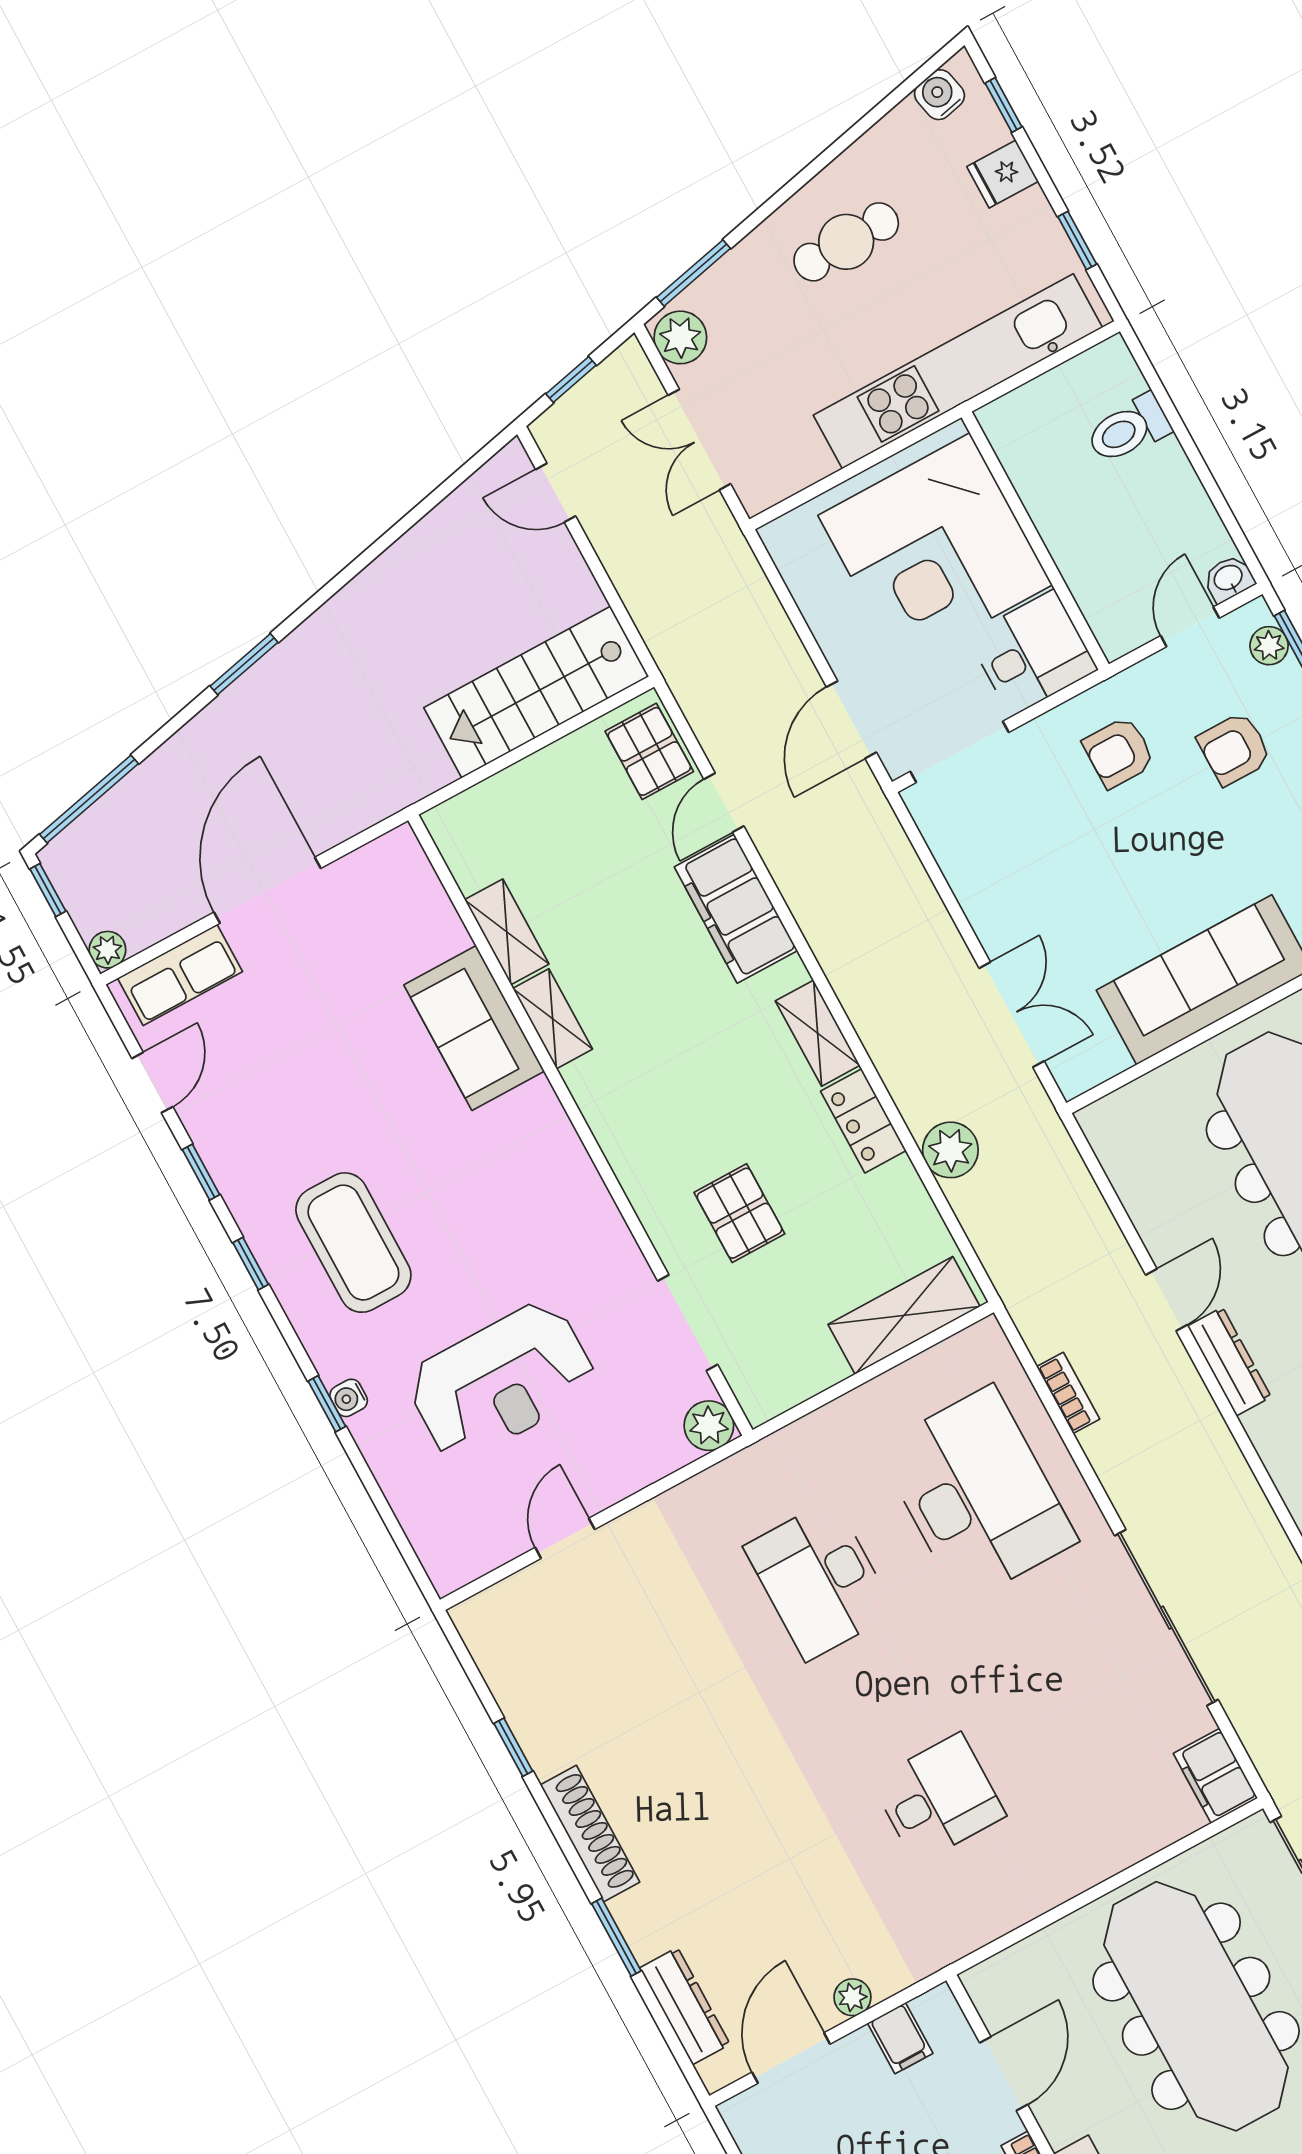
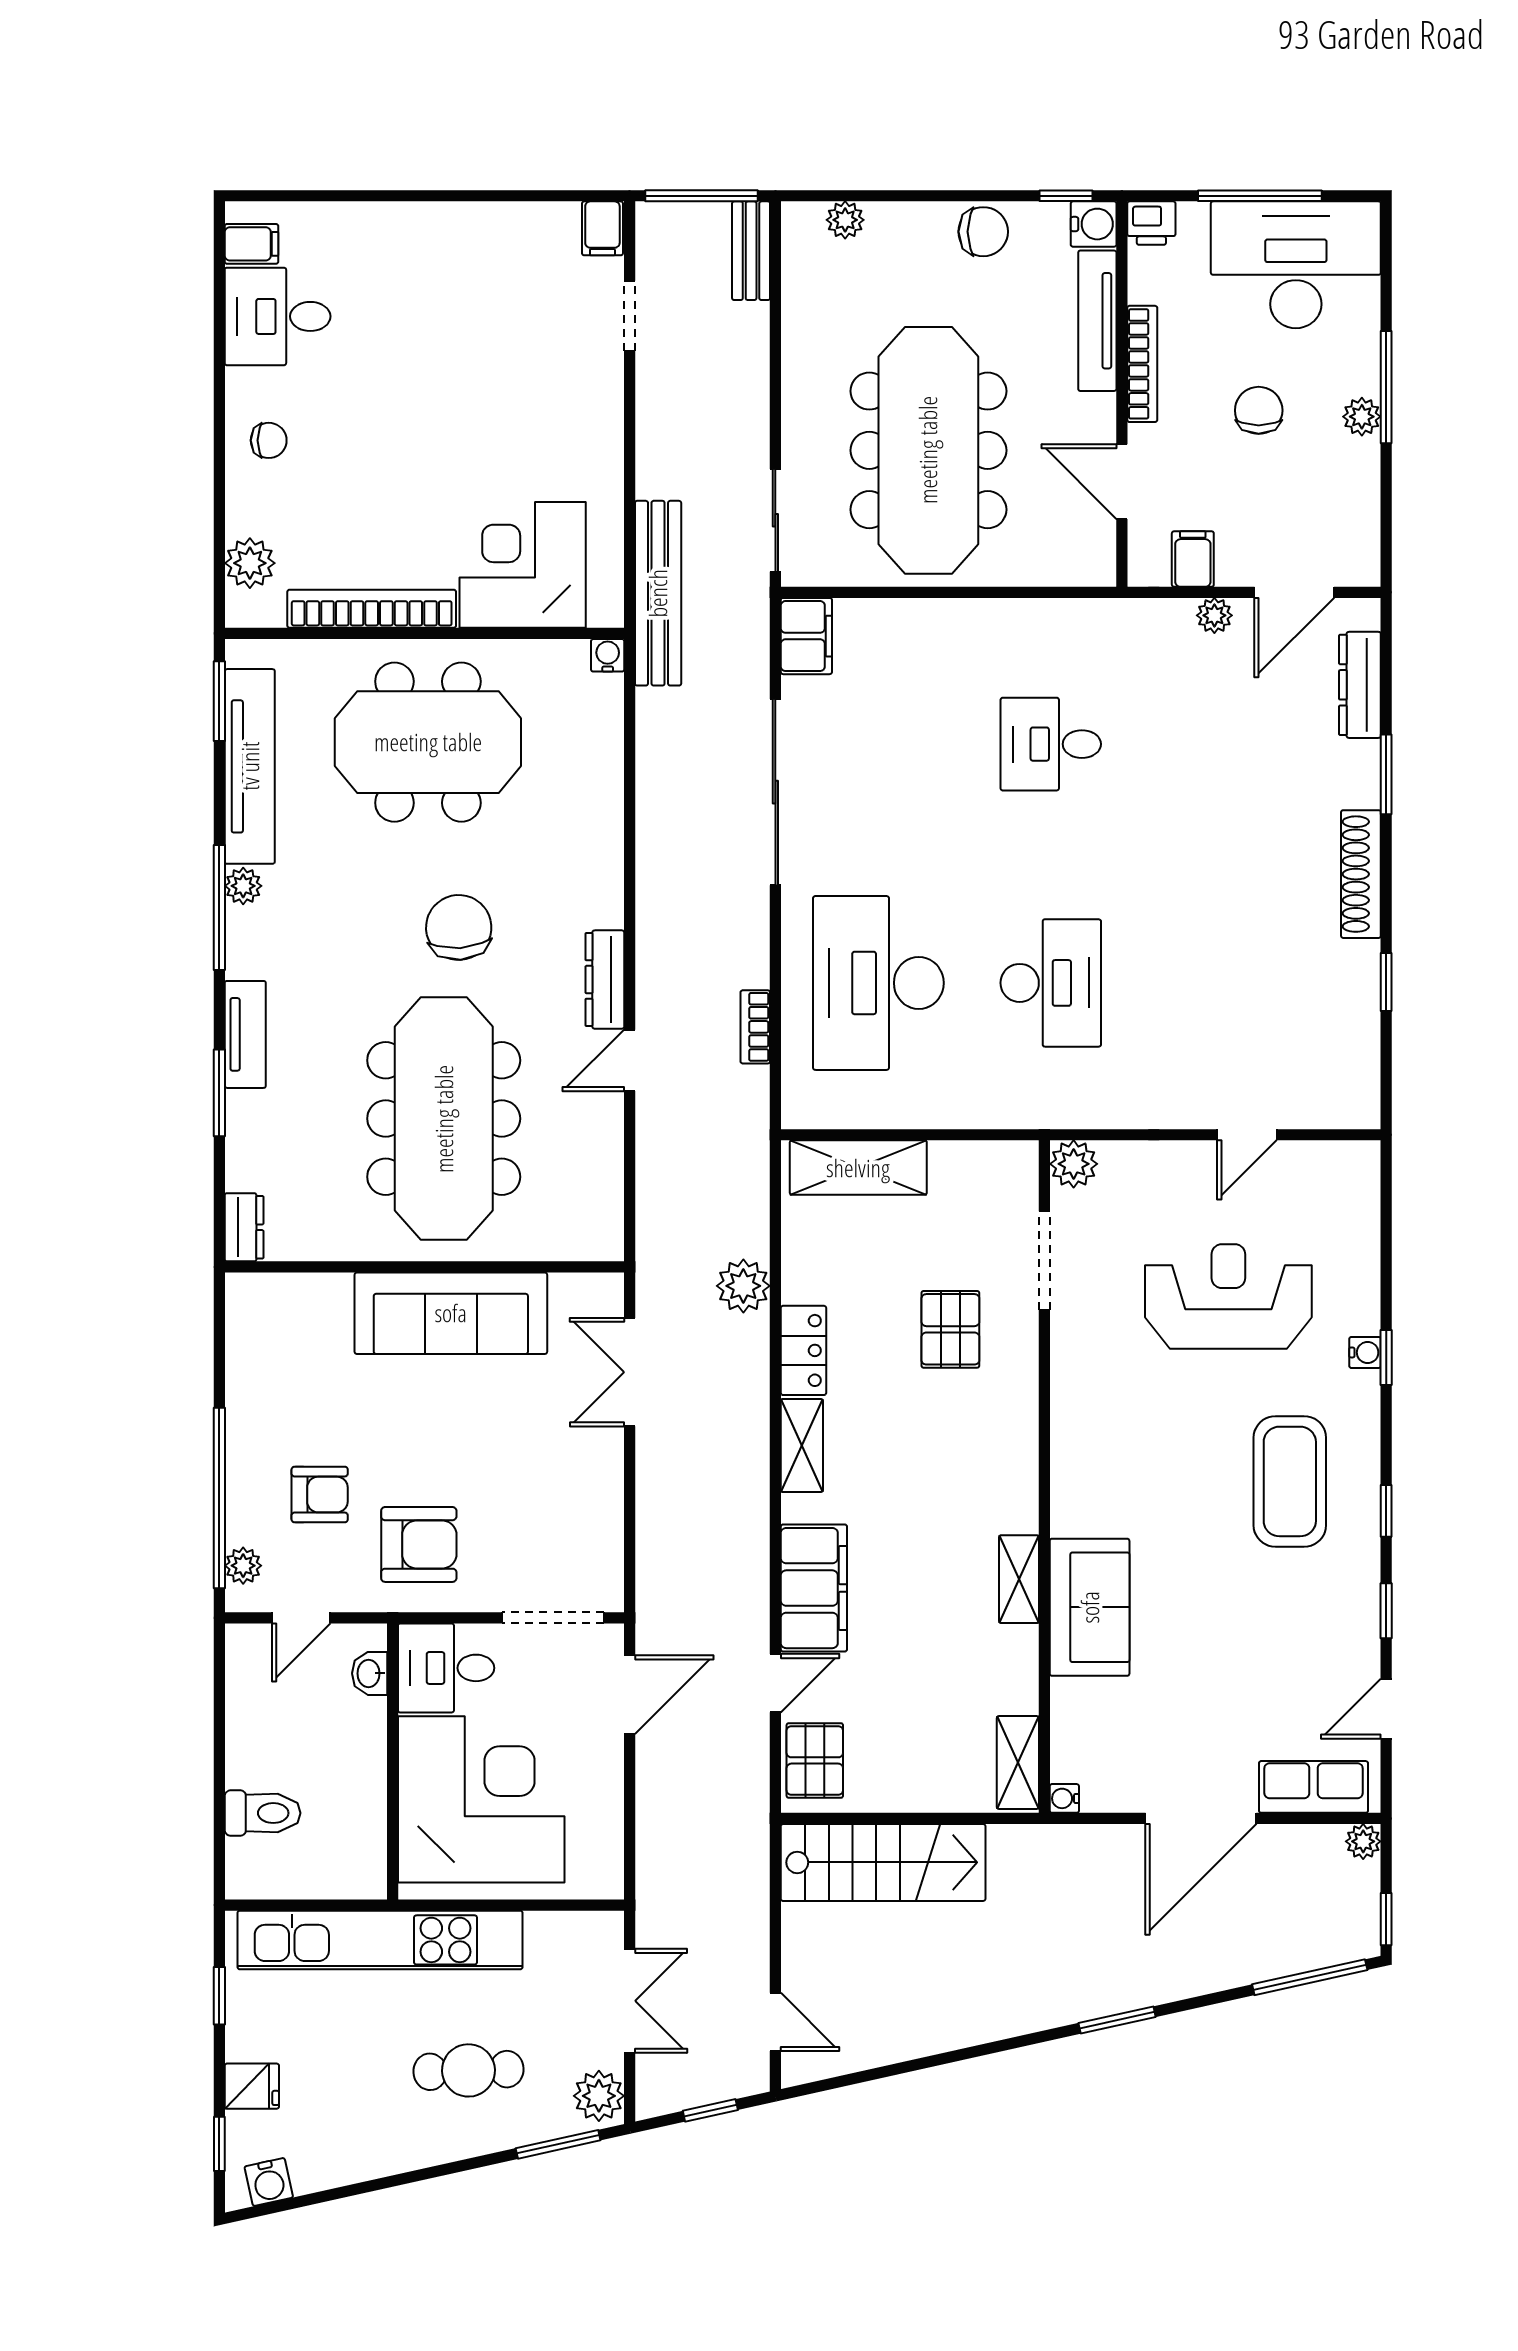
cafe table: (846, 242) -> (468, 2070), moved
washbasin: (1229, 579) -> (370, 1673), moved, turned 90
armchair: (1119, 752) -> (419, 1544), width x1.38, depth x1.38
water cooler: (402, 841) -> (1064, 1798), added
shelving: (507, 932) -> (1018, 1763), moved
door: (1004, 2074) -> (1122, 482), hinge flipped

